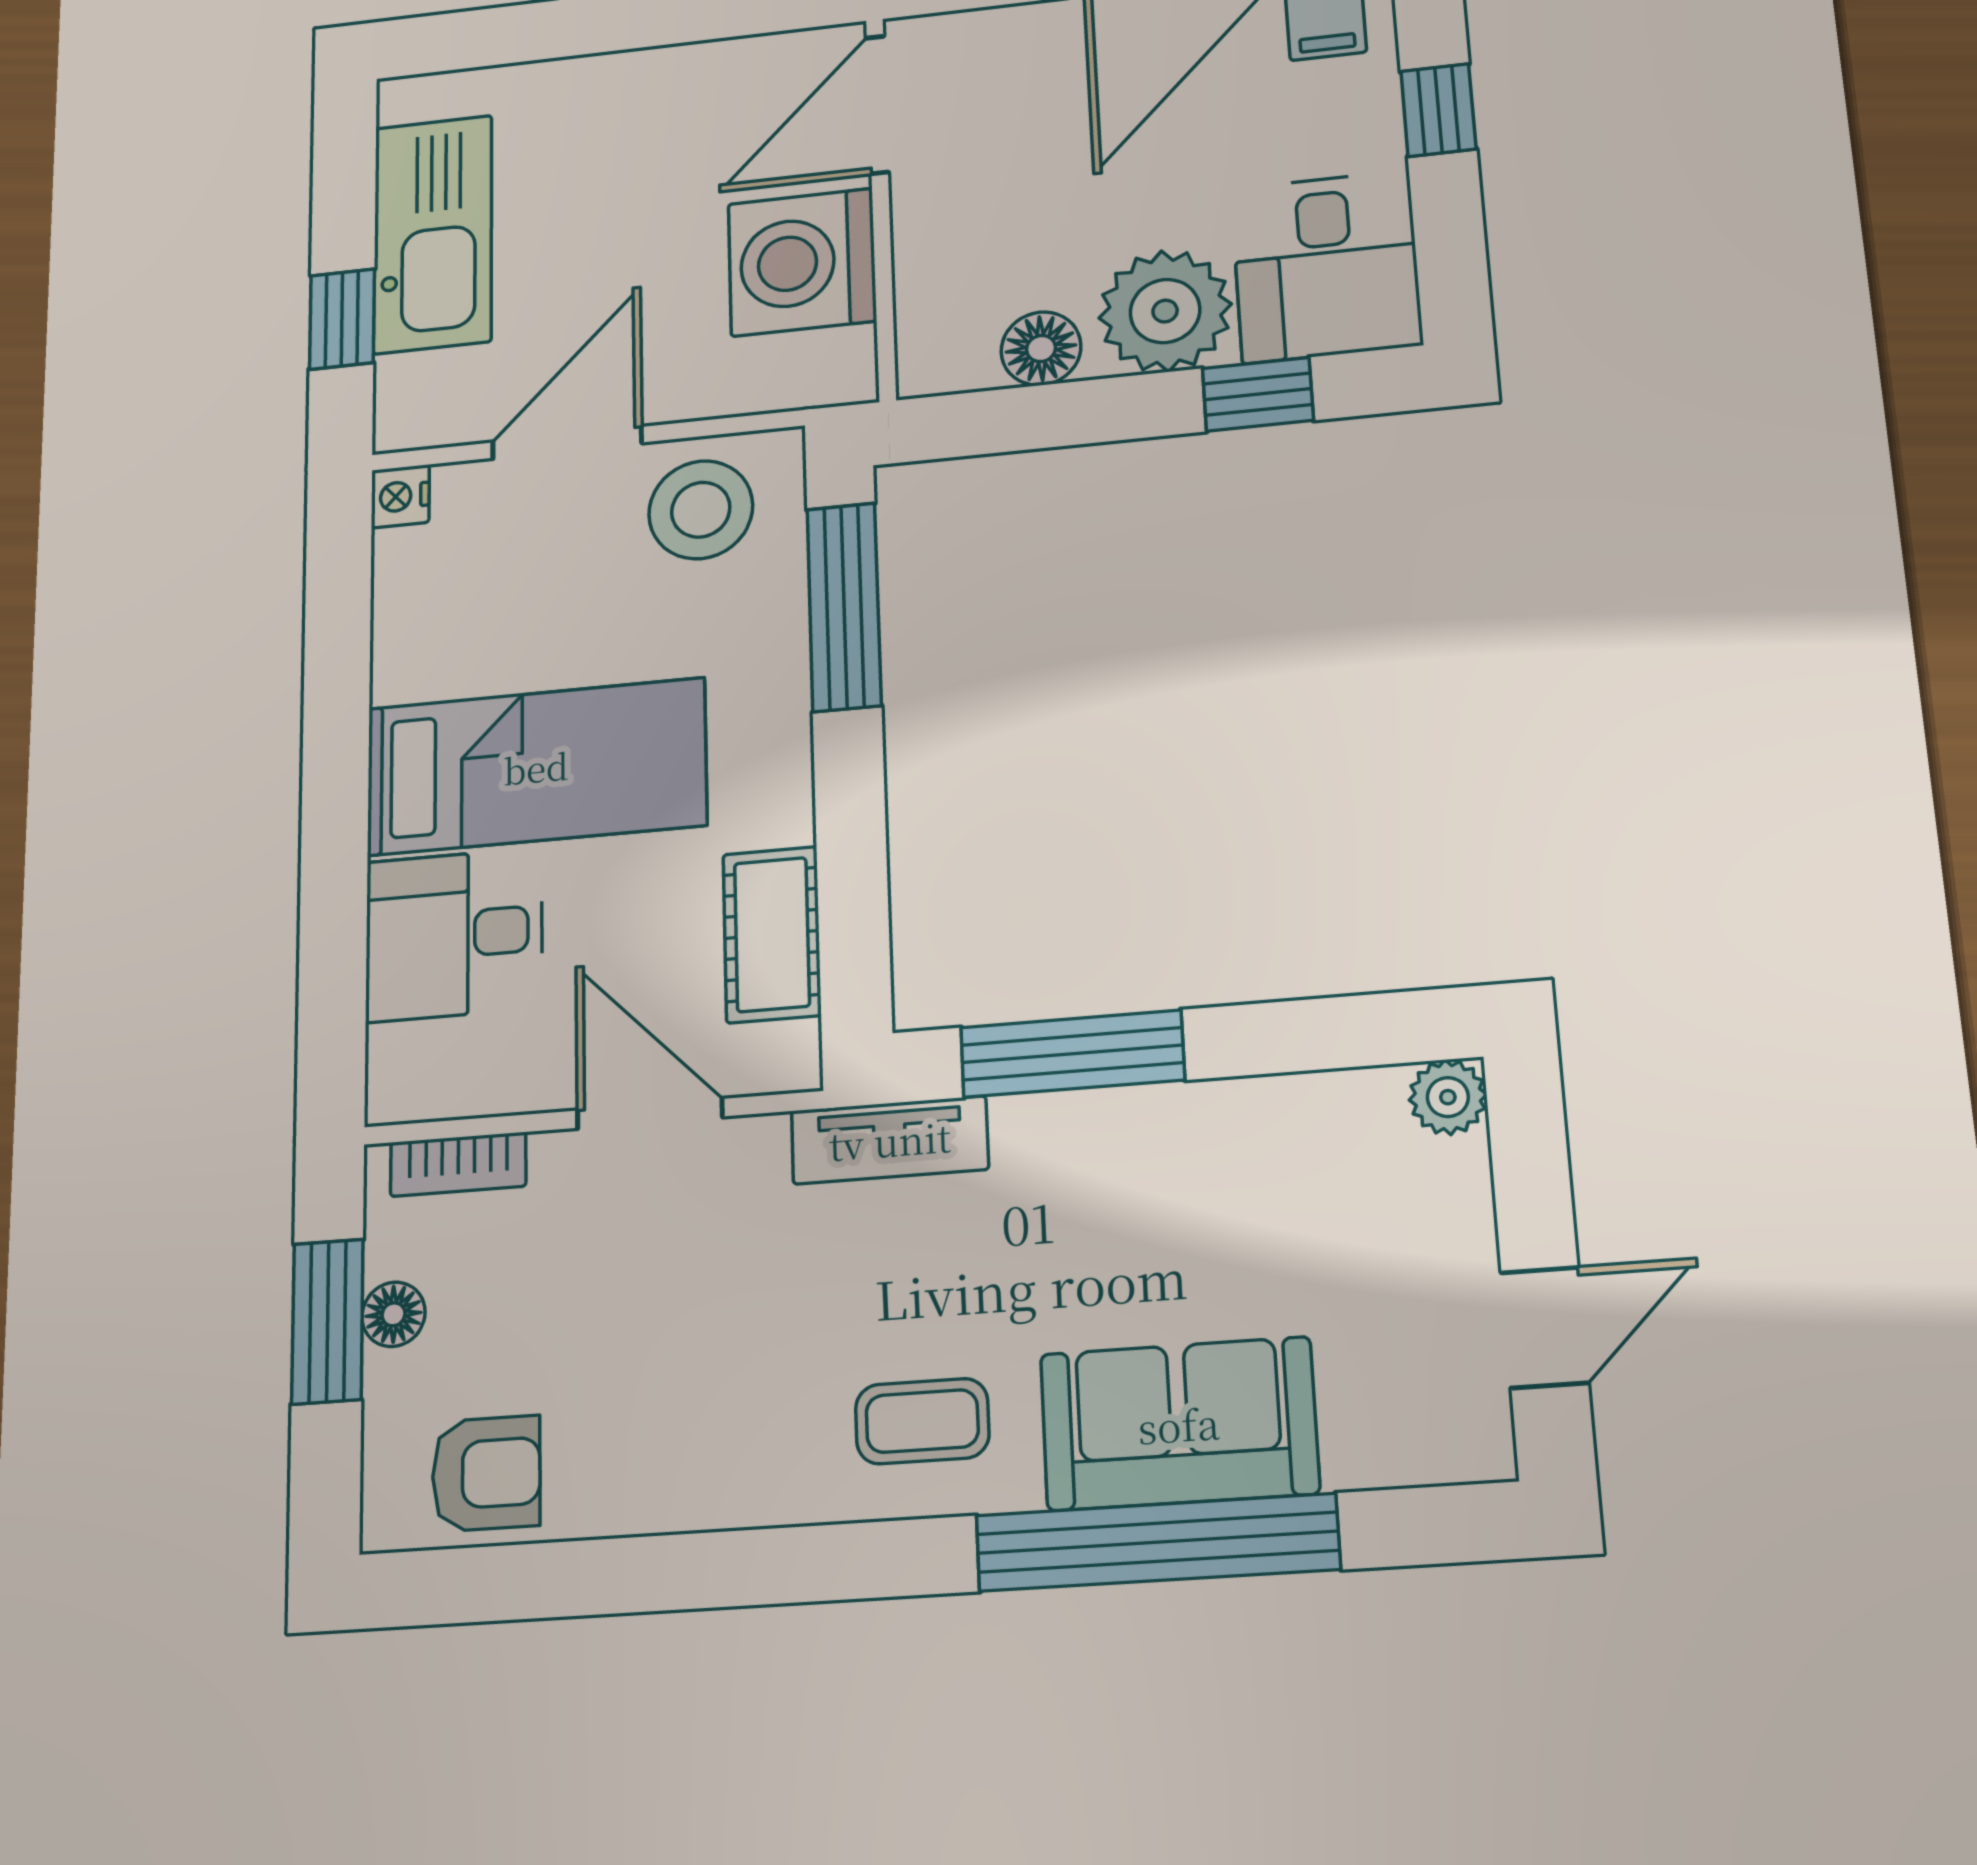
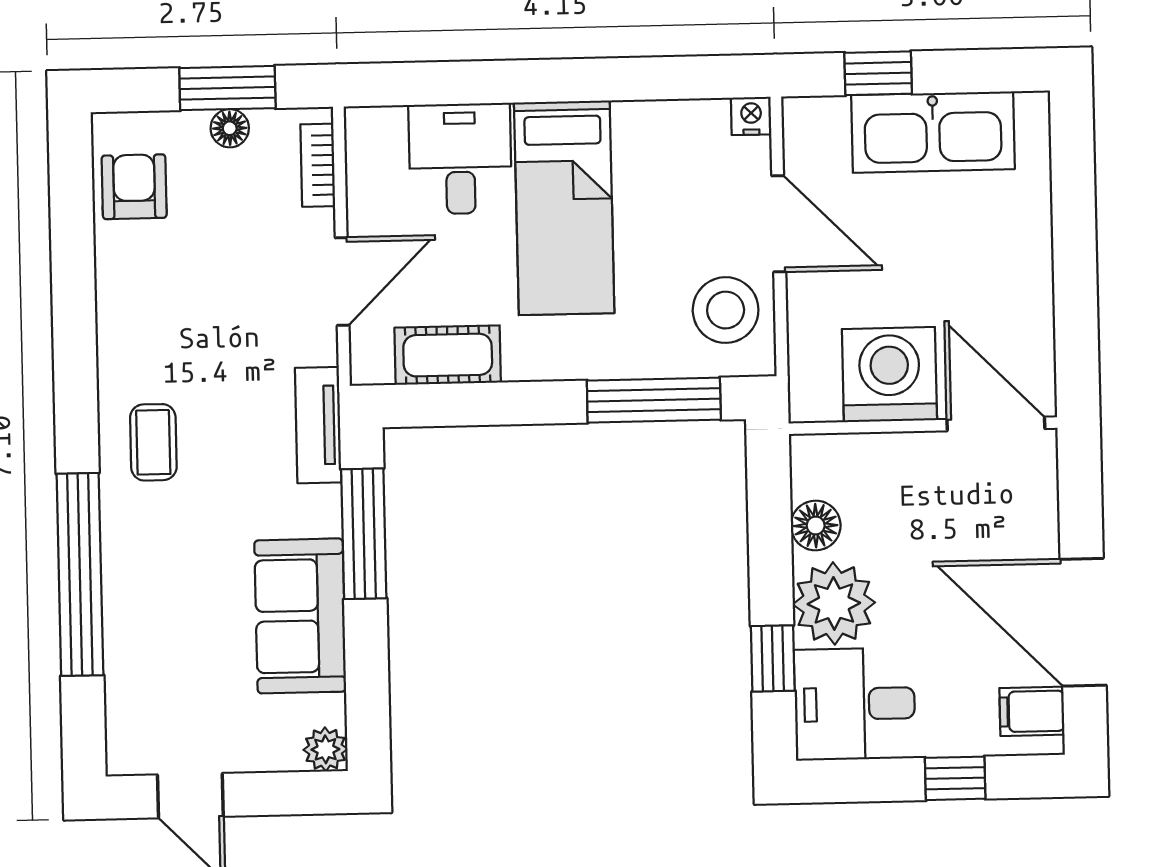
sofa: (1179, 1424) -> (300, 616), moved, turned 180
armchair: (486, 1474) -> (134, 187), turned 180

